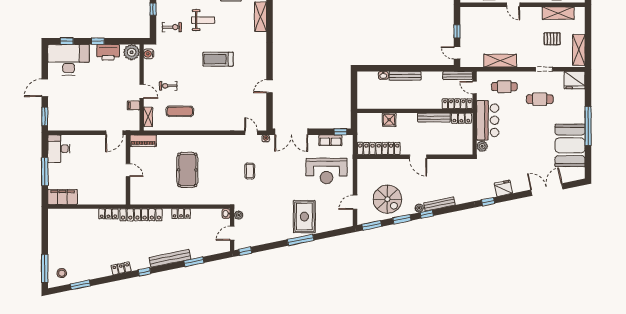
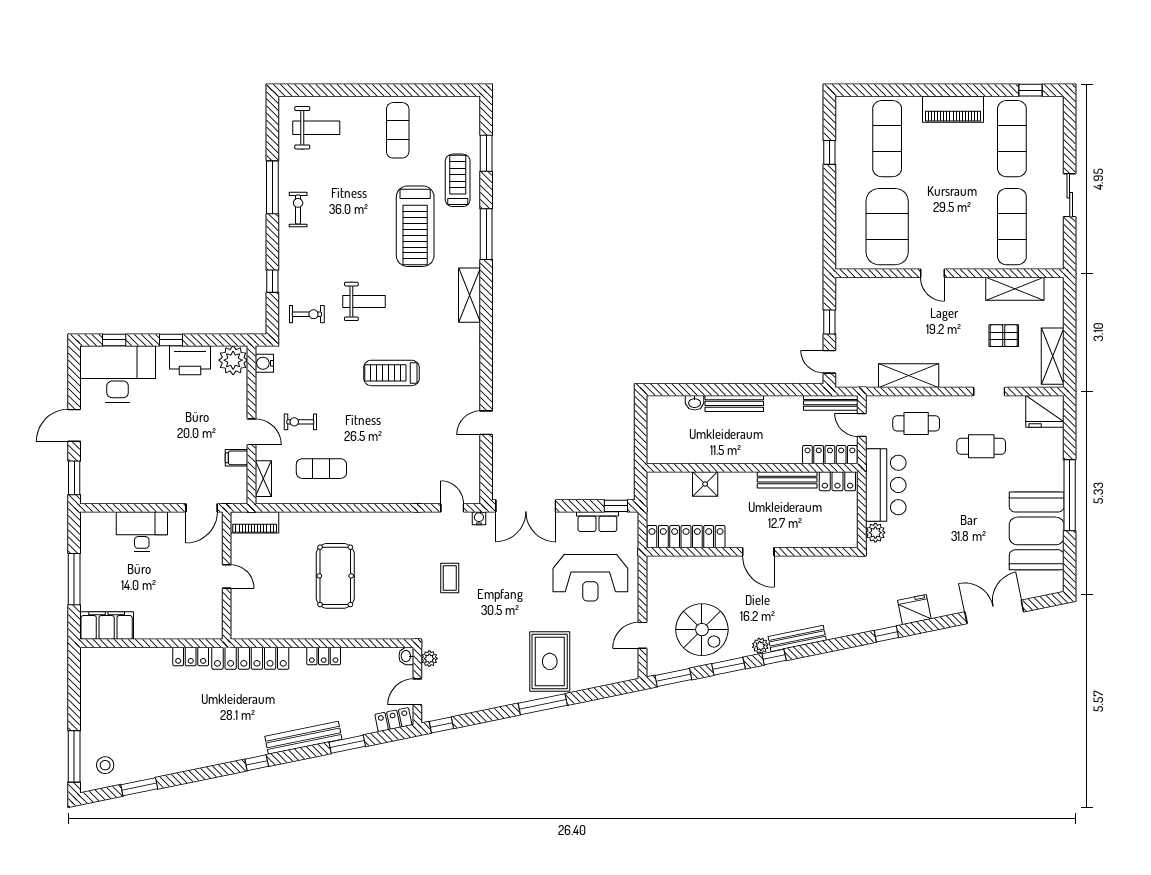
desk: (59, 149) -> (142, 532), moved, turned 90
locker: (121, 268) -> (393, 720), moved

